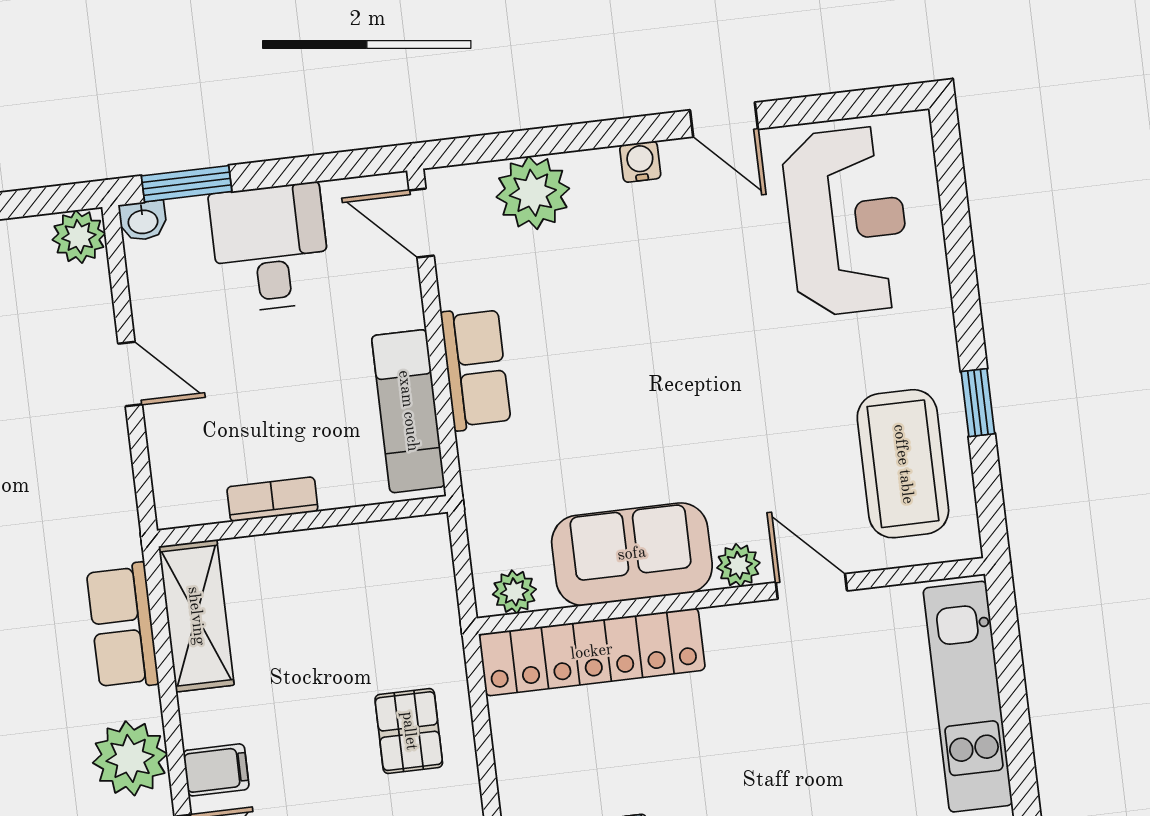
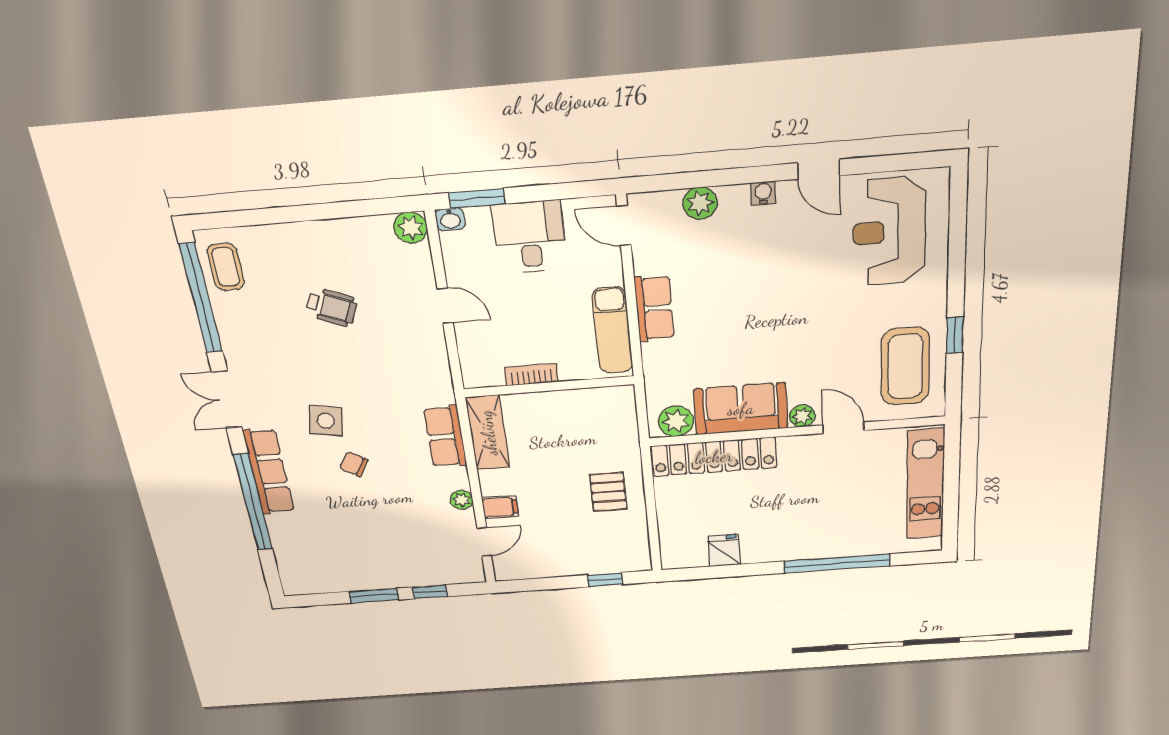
plant: (533, 193) -> (700, 203), width x0.73, depth x0.73
reception desk: (847, 221) -> (889, 232), turned 180
plant: (514, 592) -> (676, 421), width x1.38, depth x1.38
plant: (130, 758) -> (462, 500), width x0.53, depth x0.53

